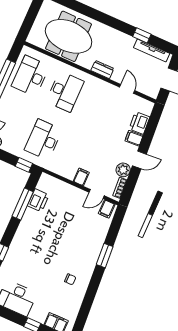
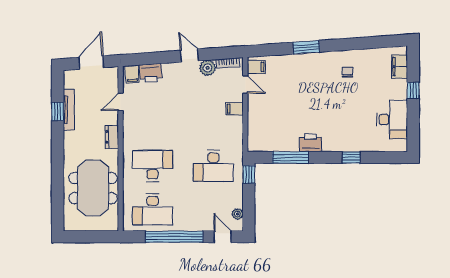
tv unit: (152, 50) -> (69, 110), moved
filing cabinet: (134, 138) -> (132, 74), moved
printer: (38, 200) -> (310, 143), moved

